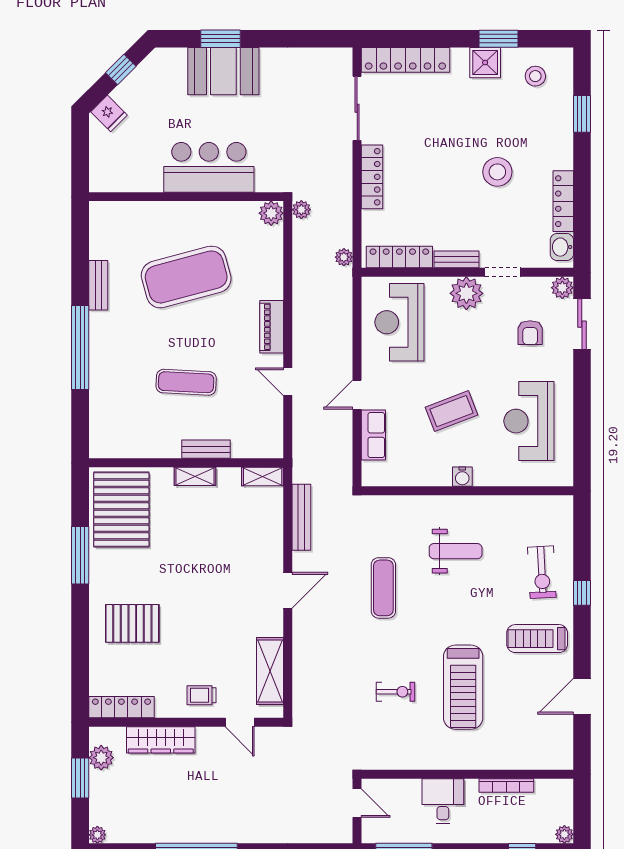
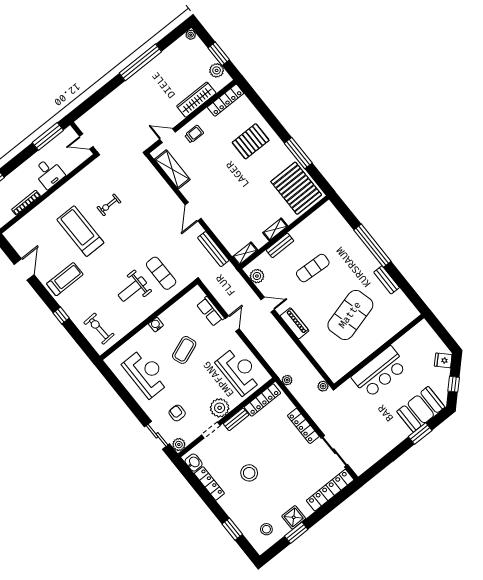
booth: (223, 71) -> (421, 409), moved
plant: (271, 213) -> (257, 276), moved
exercise bike: (542, 572) -> (99, 329), moved
exercise mat: (383, 588) -> (161, 273), moved

